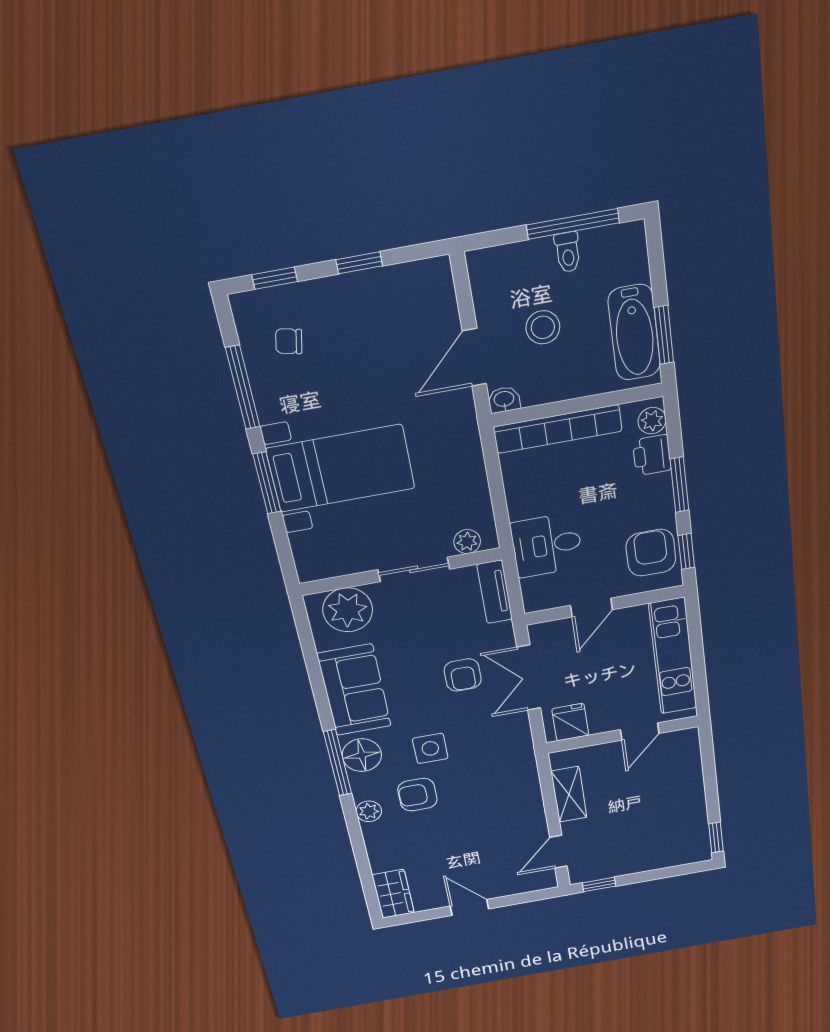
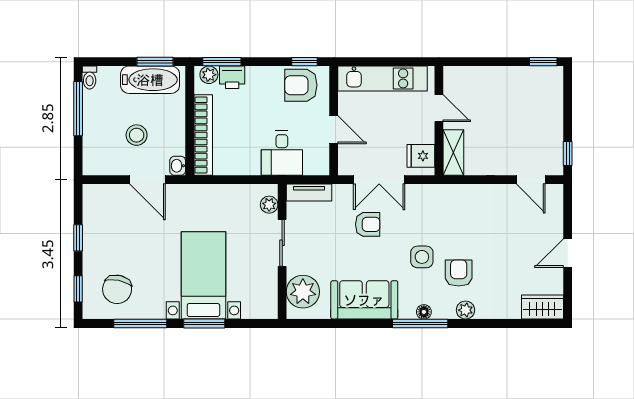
toilet: (568, 252) -> (90, 78), moved, turned 90
chair: (289, 341) -> (117, 289), width x1.87, depth x1.87
window: (679, 485) -> (222, 62), moved
floor lamp: (362, 755) -> (424, 312), width x0.53, depth x0.53
shelving: (569, 794) -> (453, 152), moved, turned 90
armchair: (417, 795) -> (459, 273), turned 180

